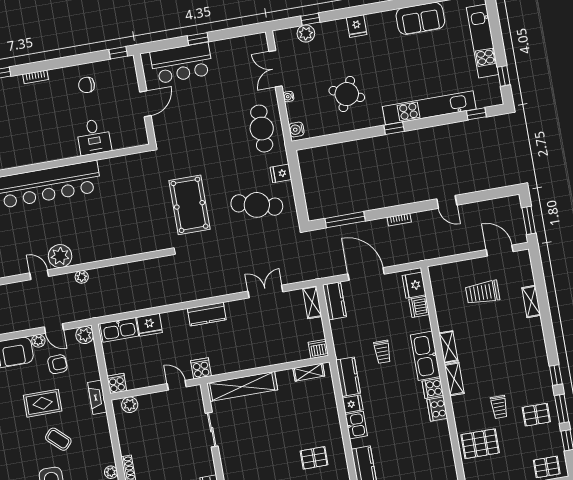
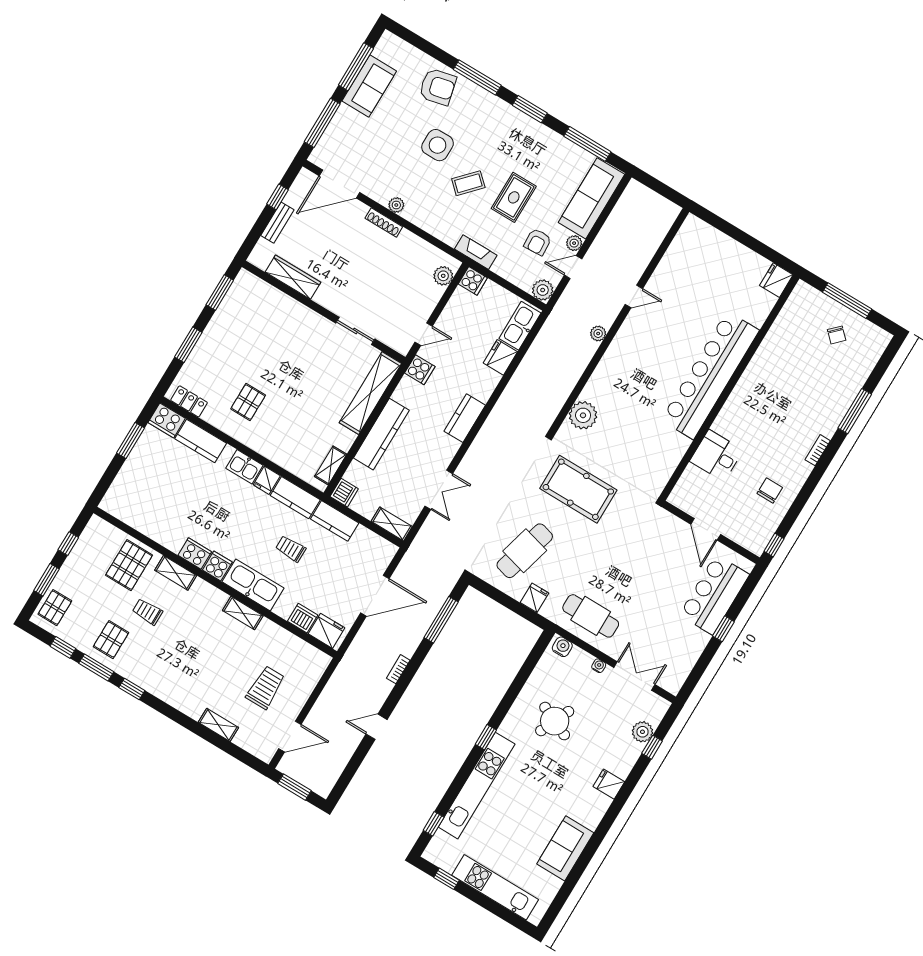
plant: (60, 256) -> (583, 415), moved
kitchen counter: (334, 301) -> (335, 521), moved
kitchen counter: (262, 357) -> (381, 434), added
shelving: (454, 379) -> (176, 573), moved

